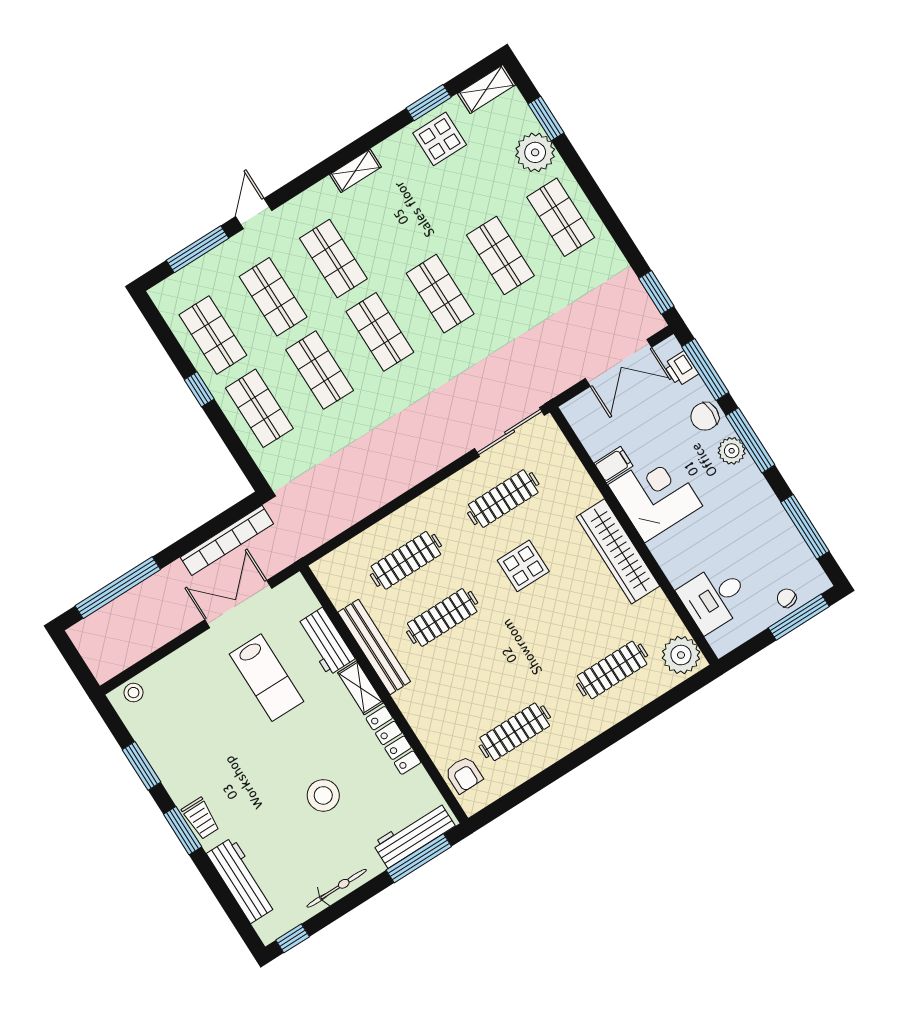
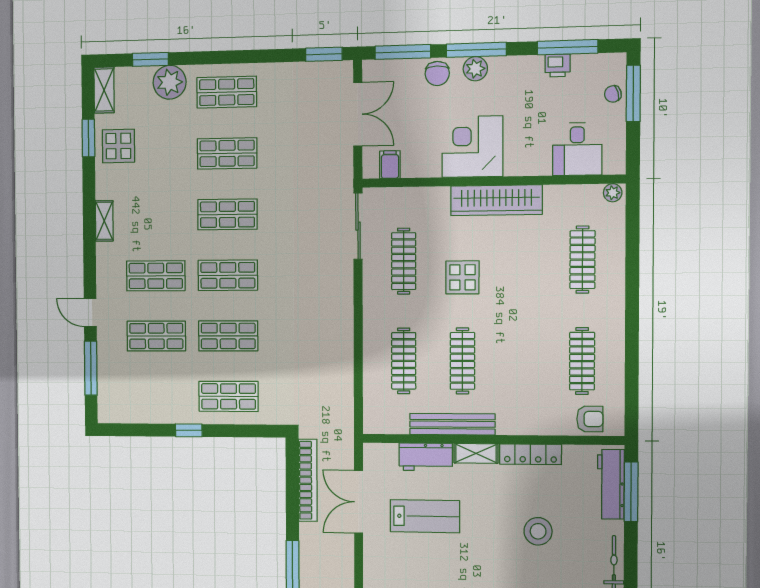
shop shelf: (213, 335) -> (157, 396), removed
printer: (681, 369) -> (558, 65), moved
filing cabinet: (613, 465) -> (390, 165), moved
plant: (681, 655) -> (613, 193), width x0.53, depth x0.53

